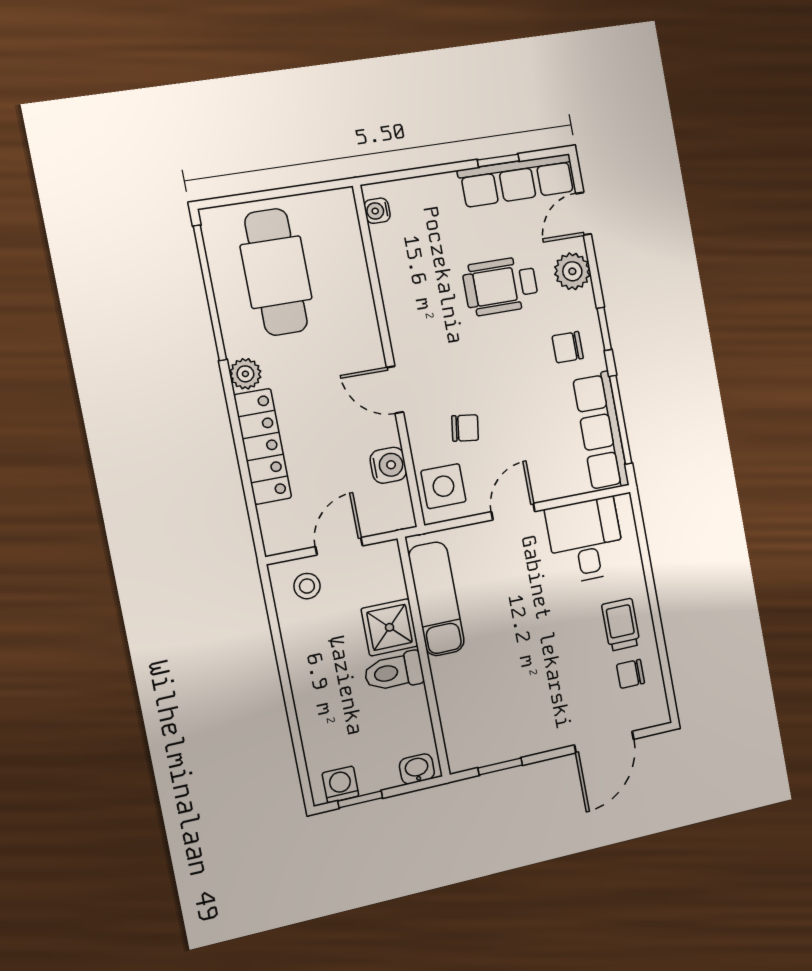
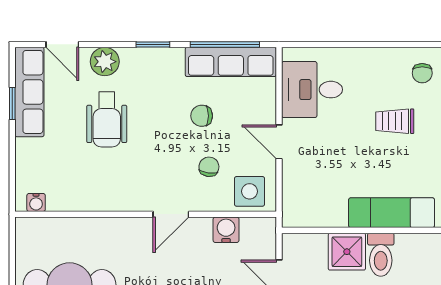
chair: (568, 347) -> (202, 116), moved, turned 90
exam couch: (436, 599) -> (391, 213), moved
trolley: (621, 625) -> (395, 121), moved

